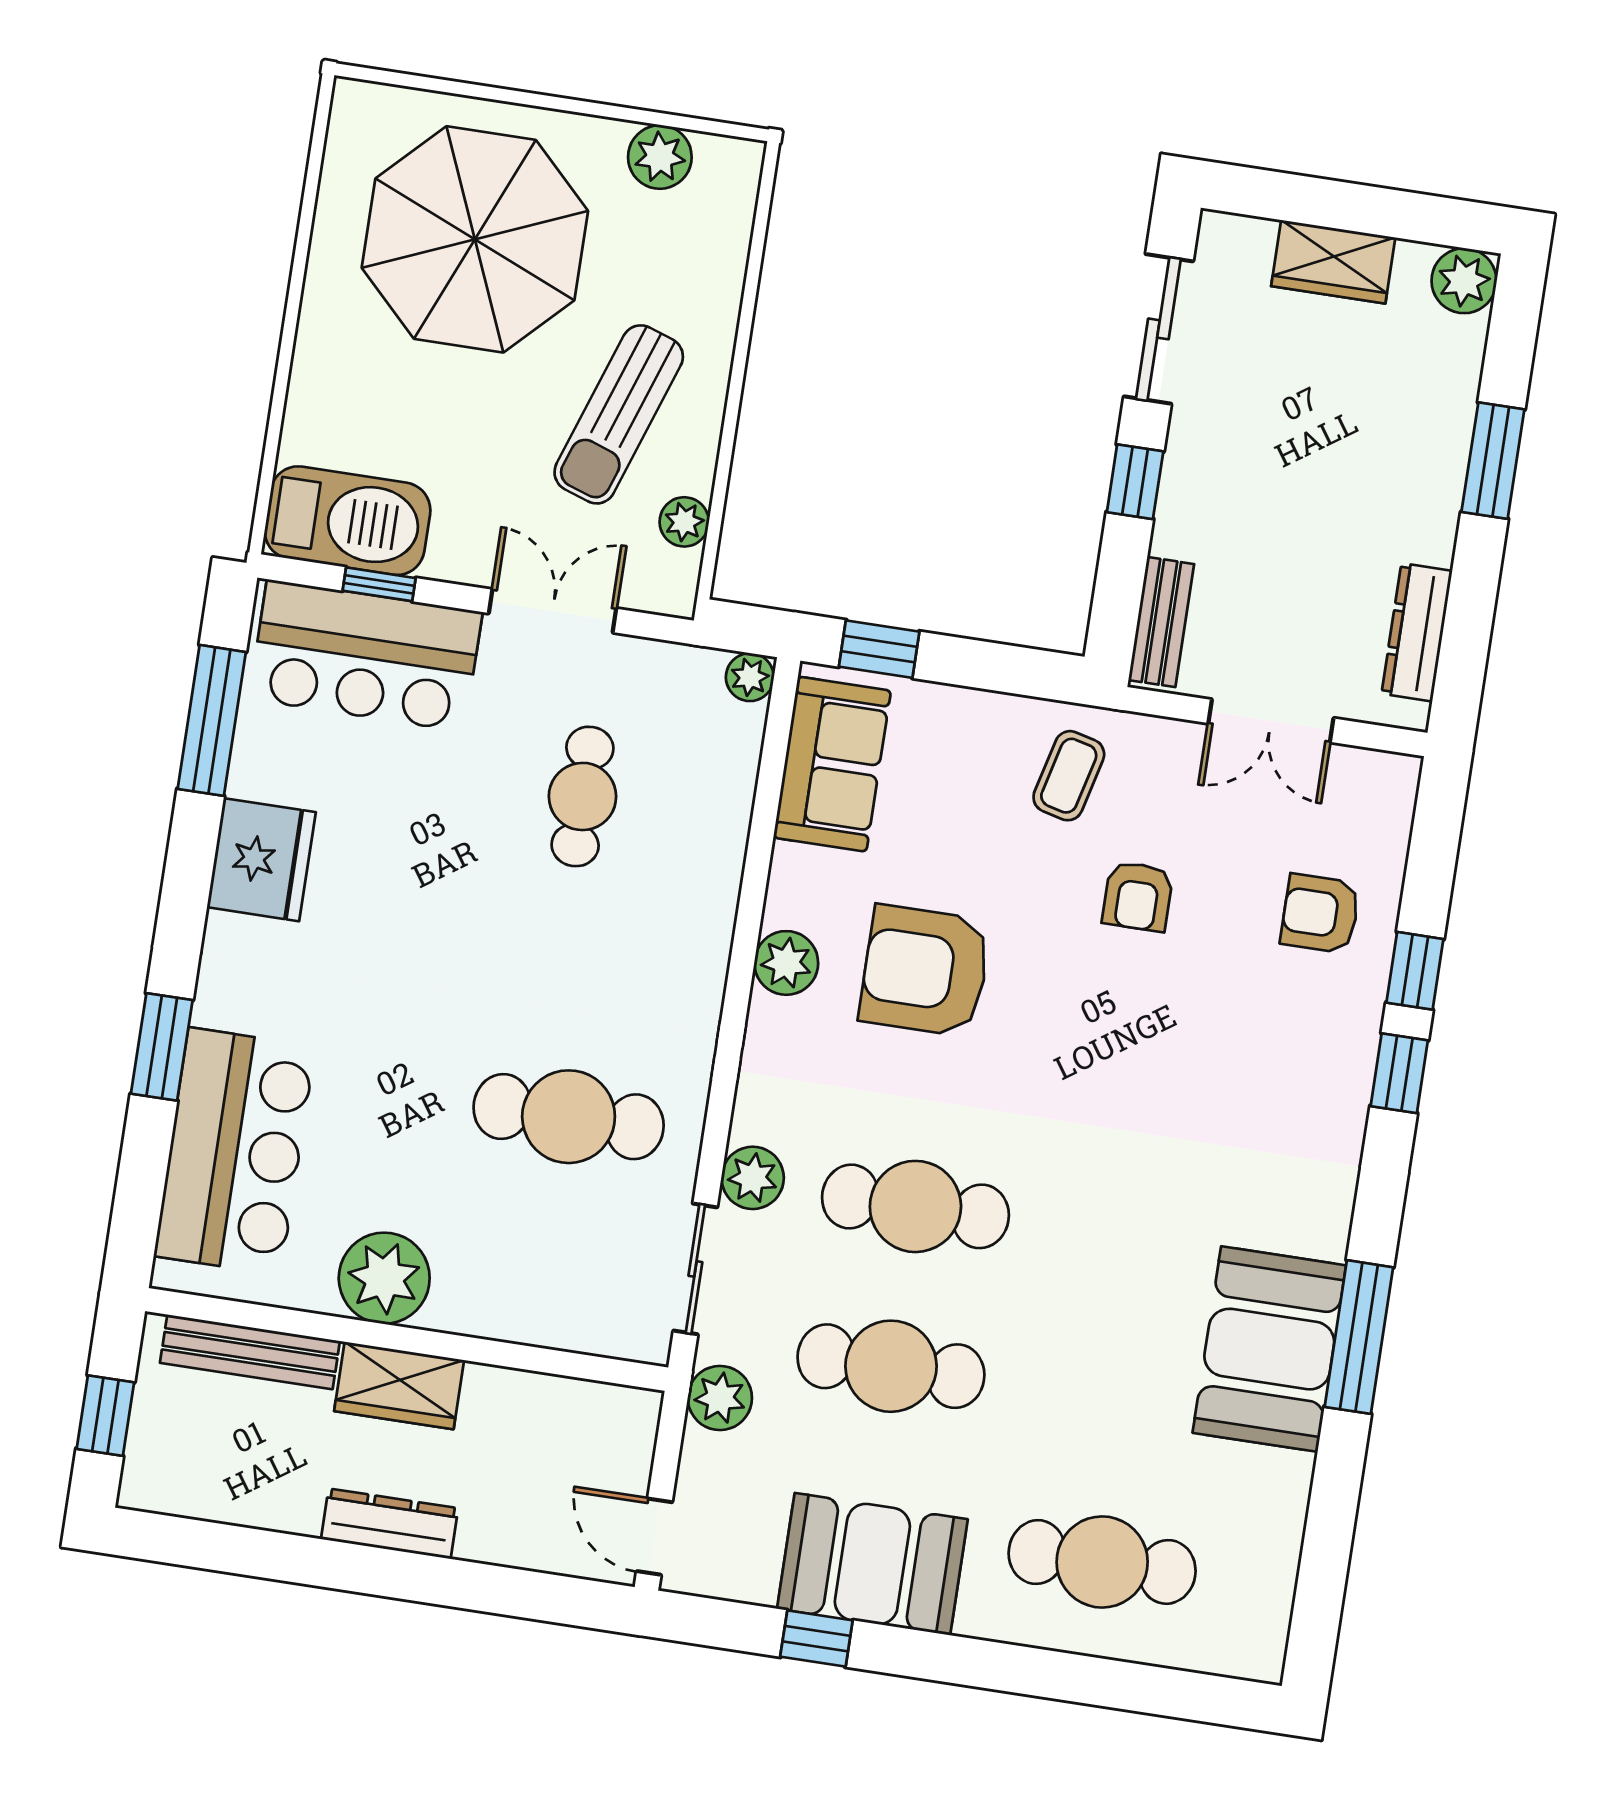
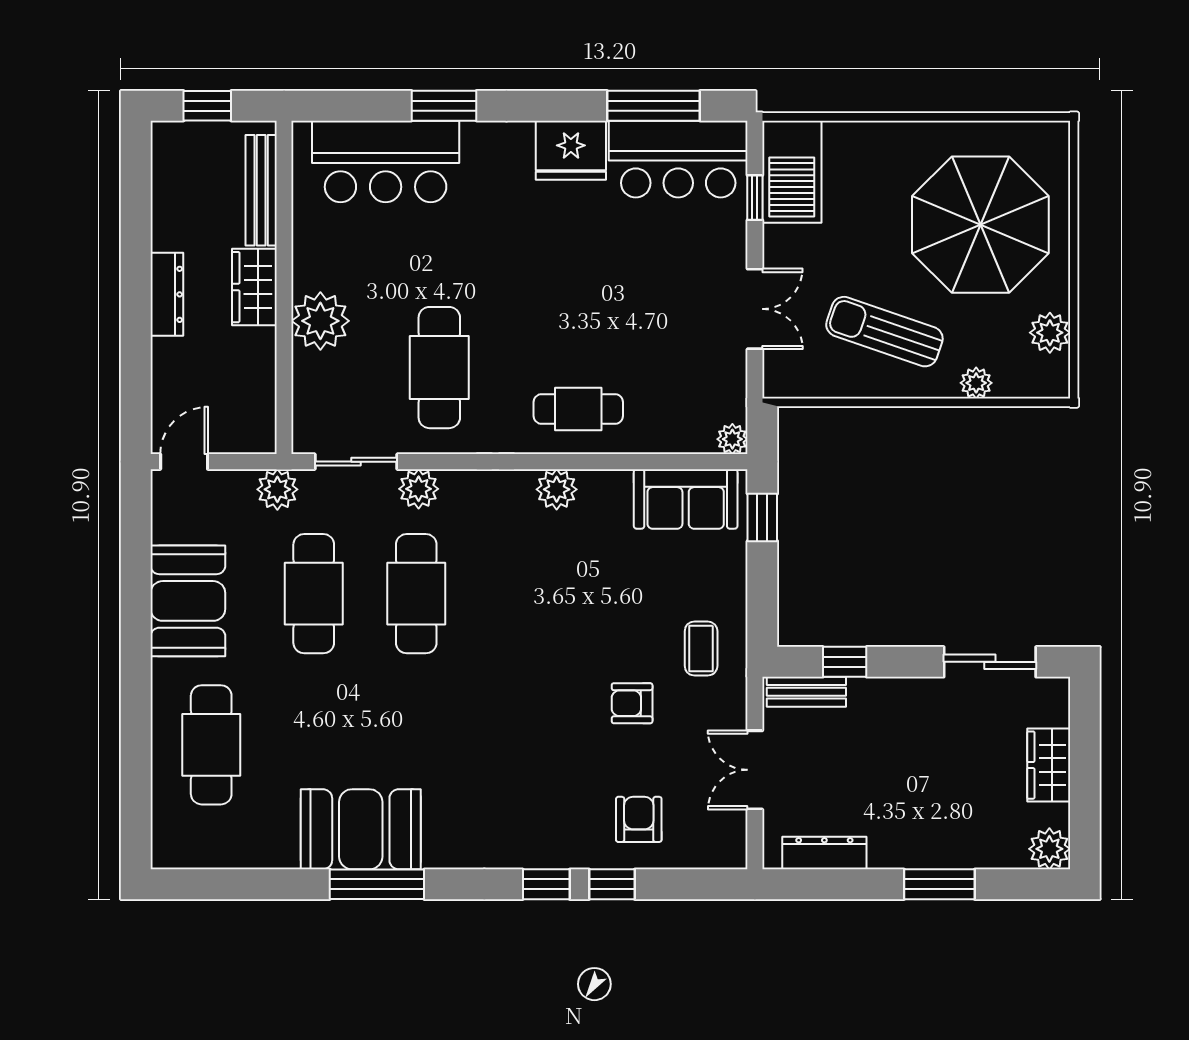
window: (1135, 482) -> (845, 662), moved
plant: (684, 522) -> (976, 383), moved
bar counter: (366, 655) -> (678, 159), moved, turned -90
coffee table: (1069, 776) -> (701, 649), turned 76
cafe table: (582, 796) -> (578, 409), moved
armchair: (925, 971) -> (565, 577), removed
plant: (384, 1278) -> (320, 321), moved
window: (816, 1639) -> (136, 573), removed

